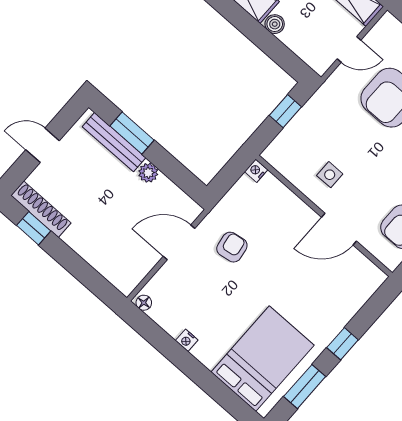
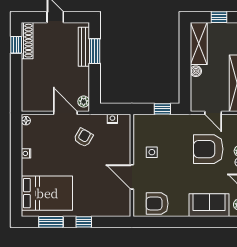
nightstand: (256, 171) -> (112, 119), moved
plant: (148, 173) -> (84, 102), moved
armchair: (232, 247) -> (83, 138), turned -51

